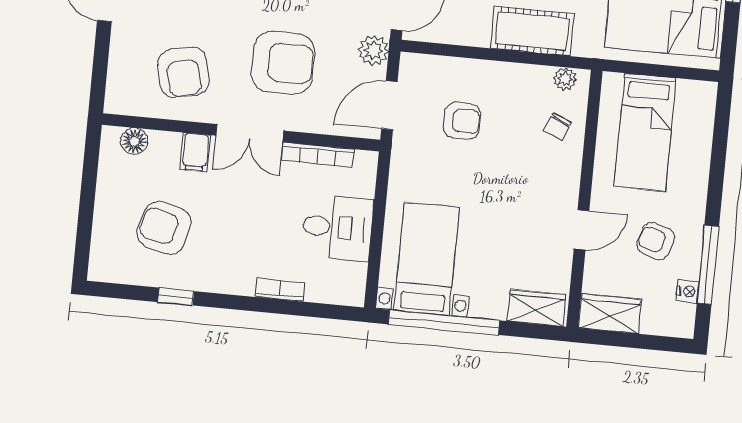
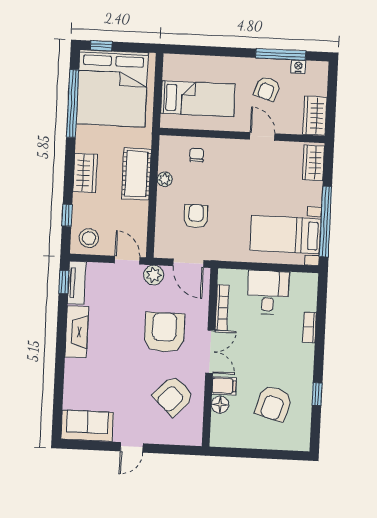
armchair: (183, 72) -> (173, 396), turned 147
plant: (565, 79) -> (165, 179), moved
chair: (557, 126) -> (197, 155), turned -115
floor lamp: (134, 141) -> (220, 405), moved

